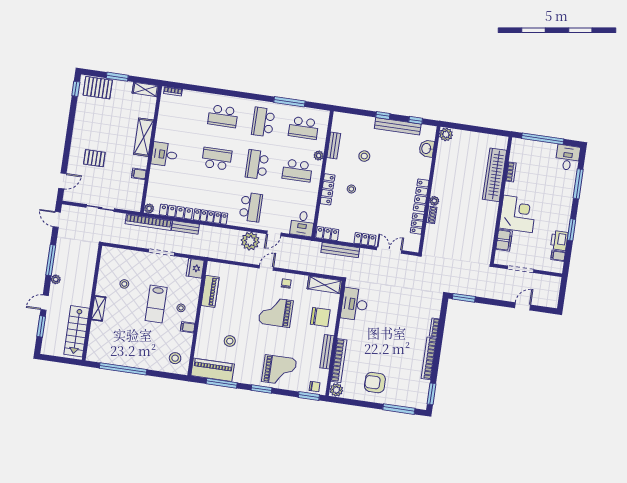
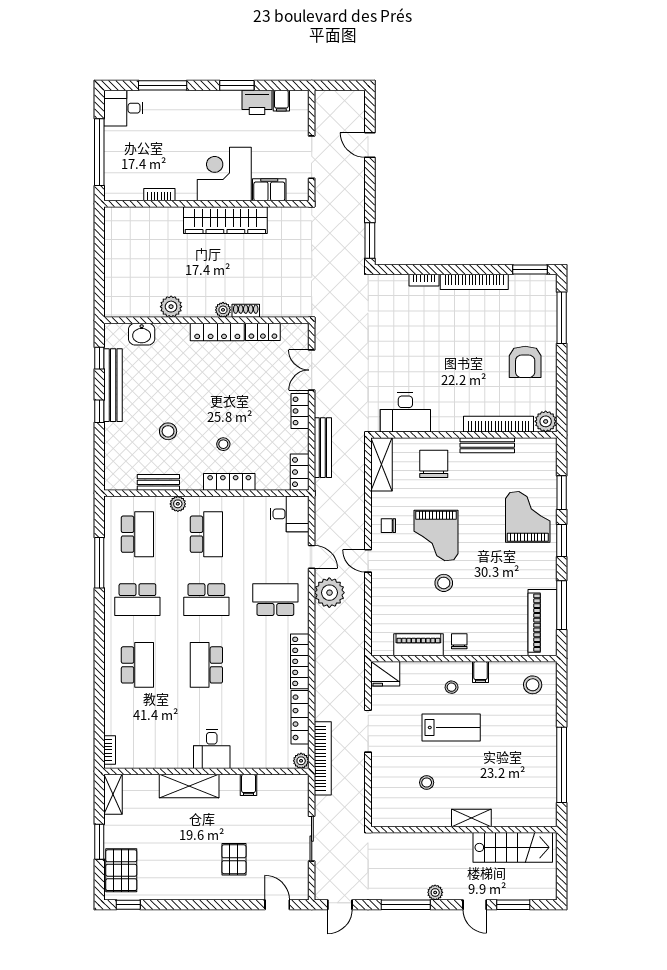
plant: (446, 134) -> (171, 307), moved
wardrobe: (495, 175) -> (225, 220), moved
bench: (185, 227) -> (323, 699), removed
stool: (230, 341) -> (444, 583), moved
chair: (315, 387) -> (459, 641), moved
window: (309, 396) -> (562, 493), moved

